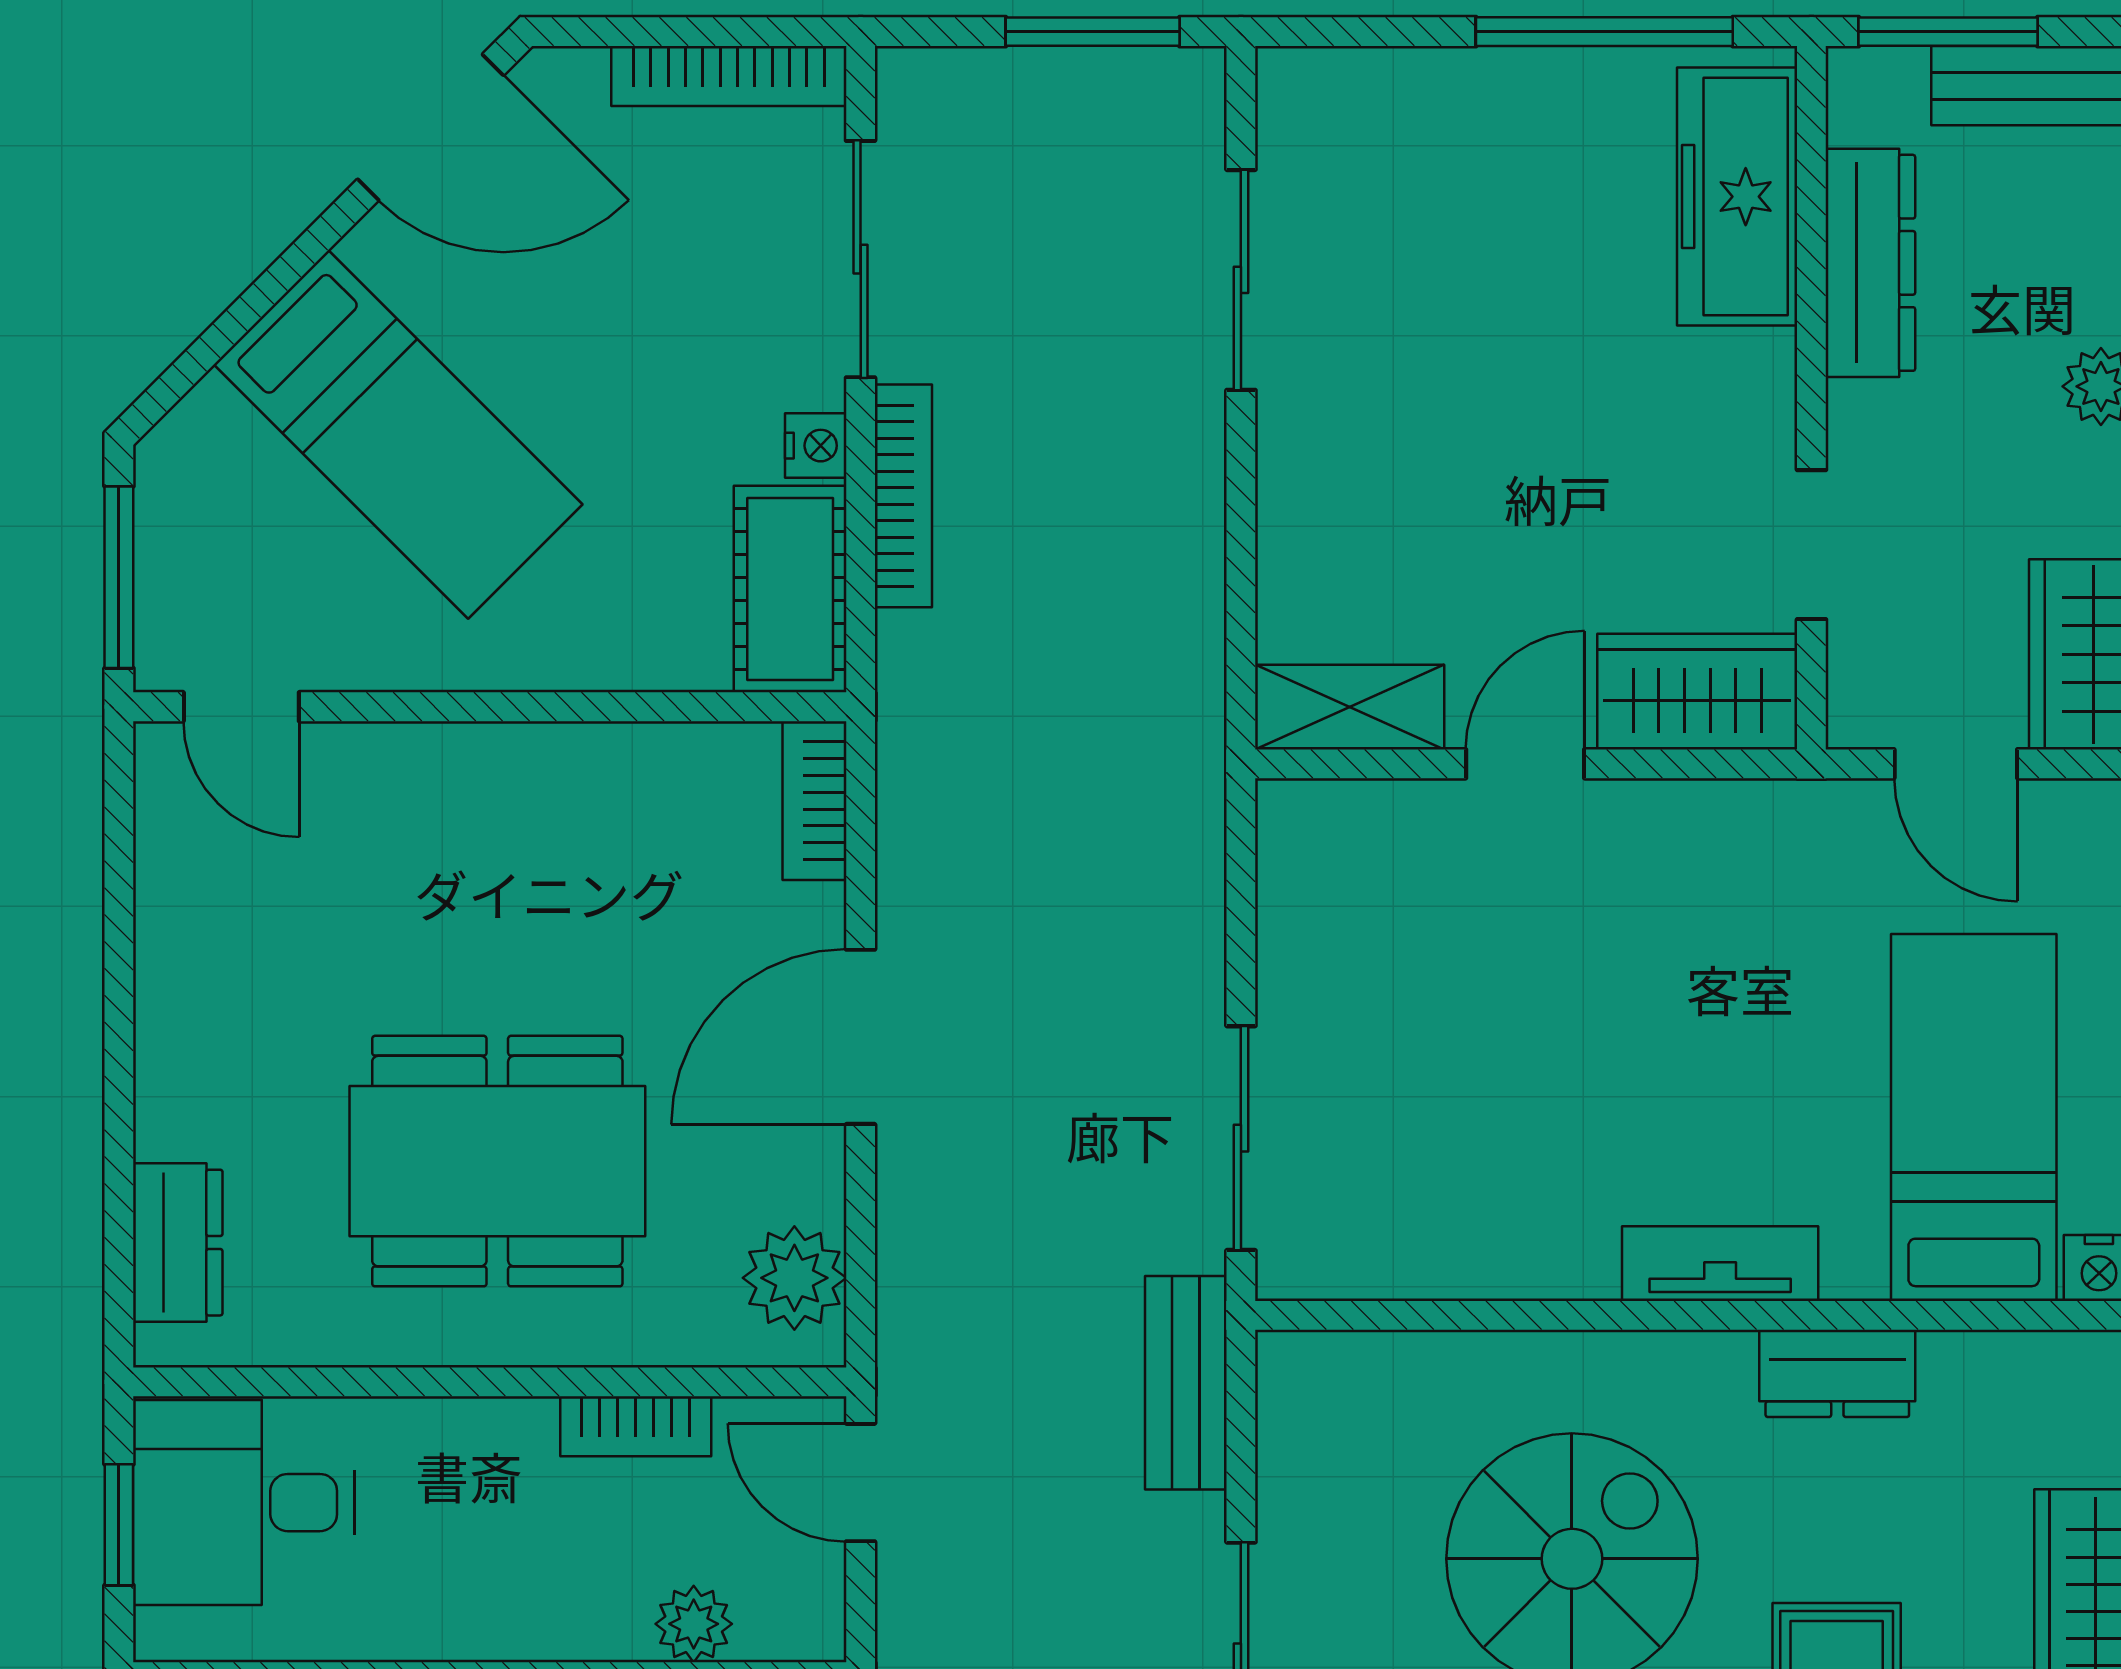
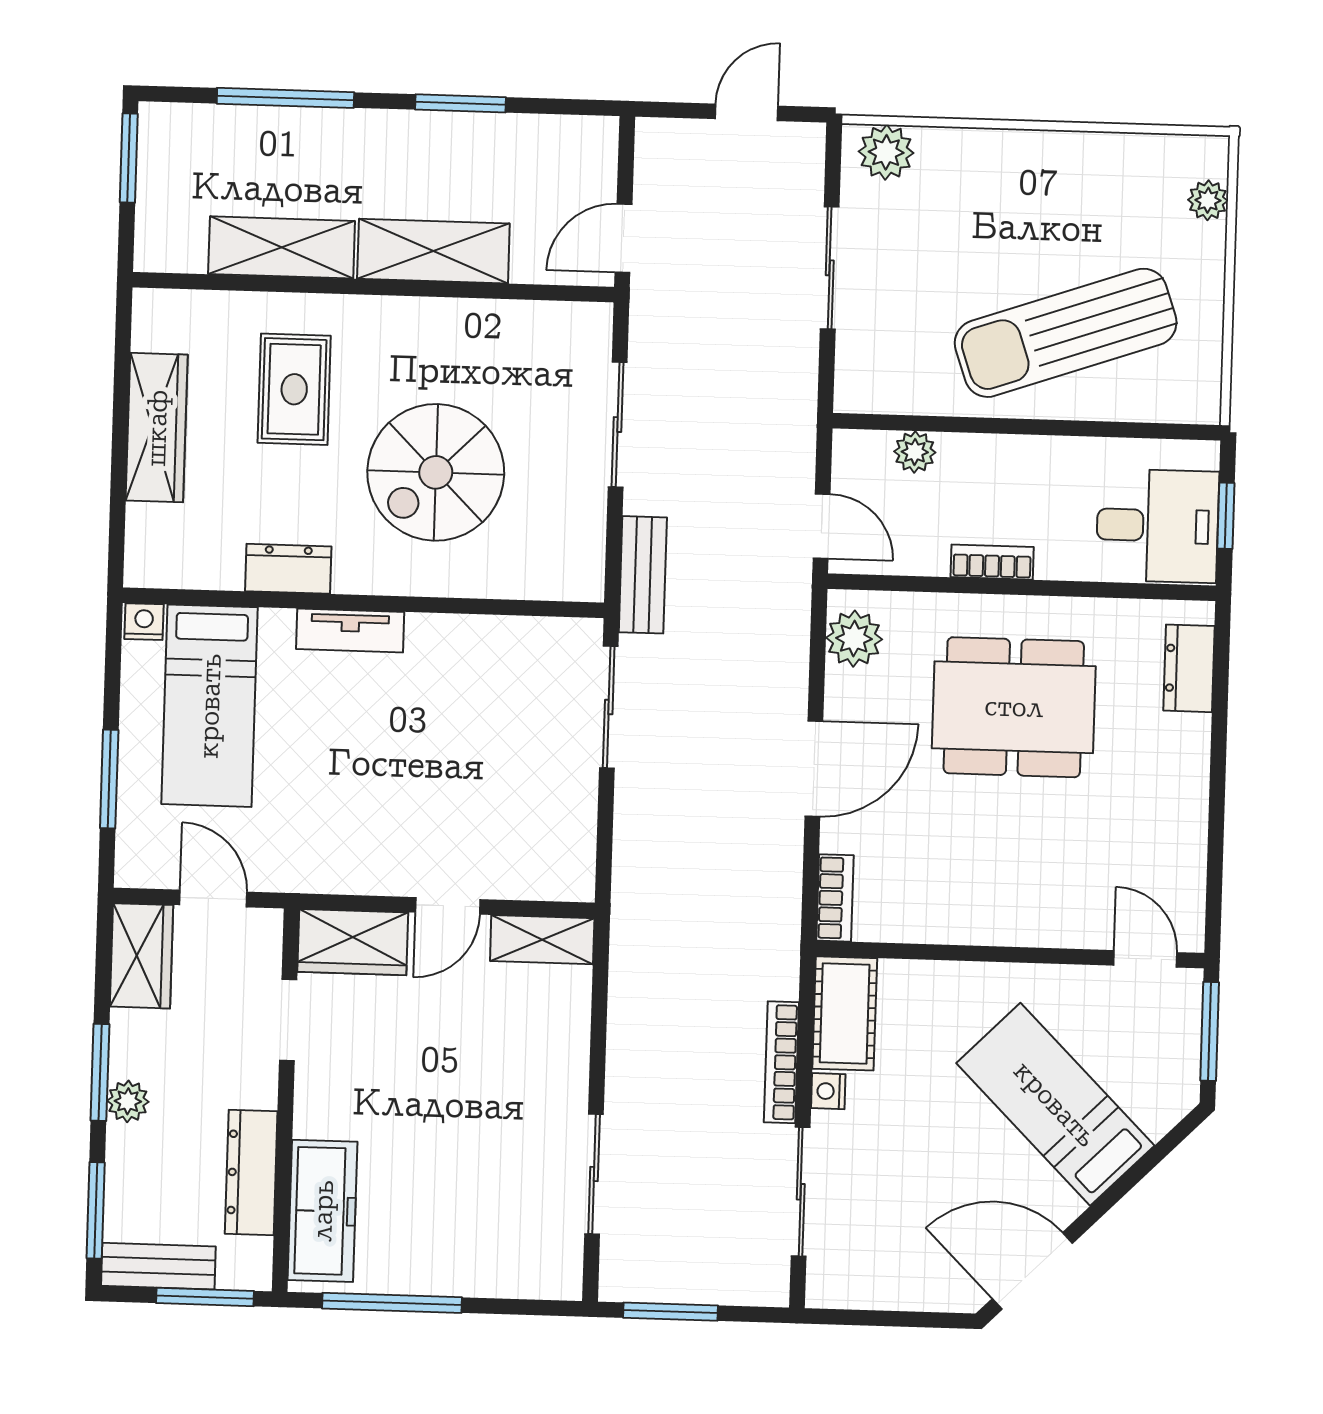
bookcase: (729, 76) -> (869, 1294), removed
bookcase: (636, 1426) -> (992, 562), moved

